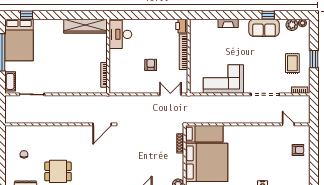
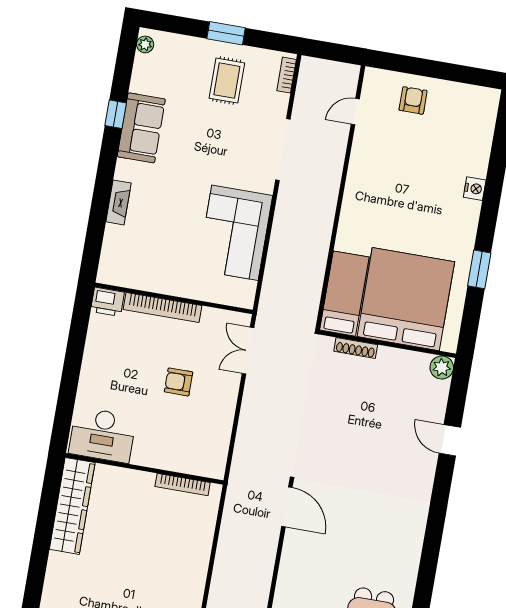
plant: (292, 25) -> (145, 67), removed
rug: (292, 63) -> (227, 81), turned 90

